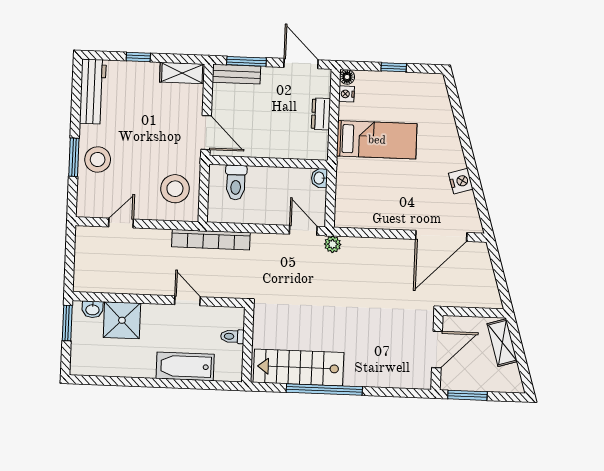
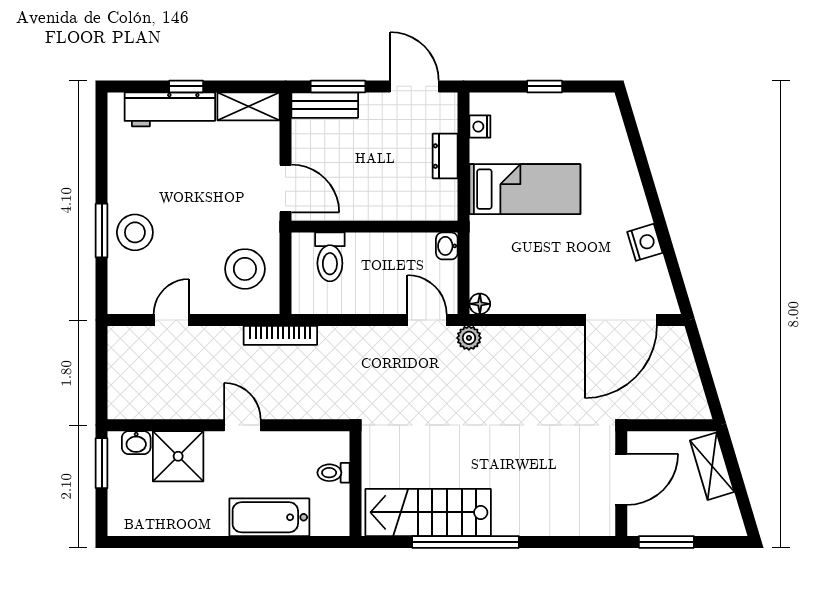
floor lamp: (347, 77) -> (480, 304), moved
workbench: (93, 92) -> (170, 109), moved, turned 90
bookcase: (211, 240) -> (280, 335), width x0.68, depth x0.76
door: (187, 301) -> (242, 425), moved

